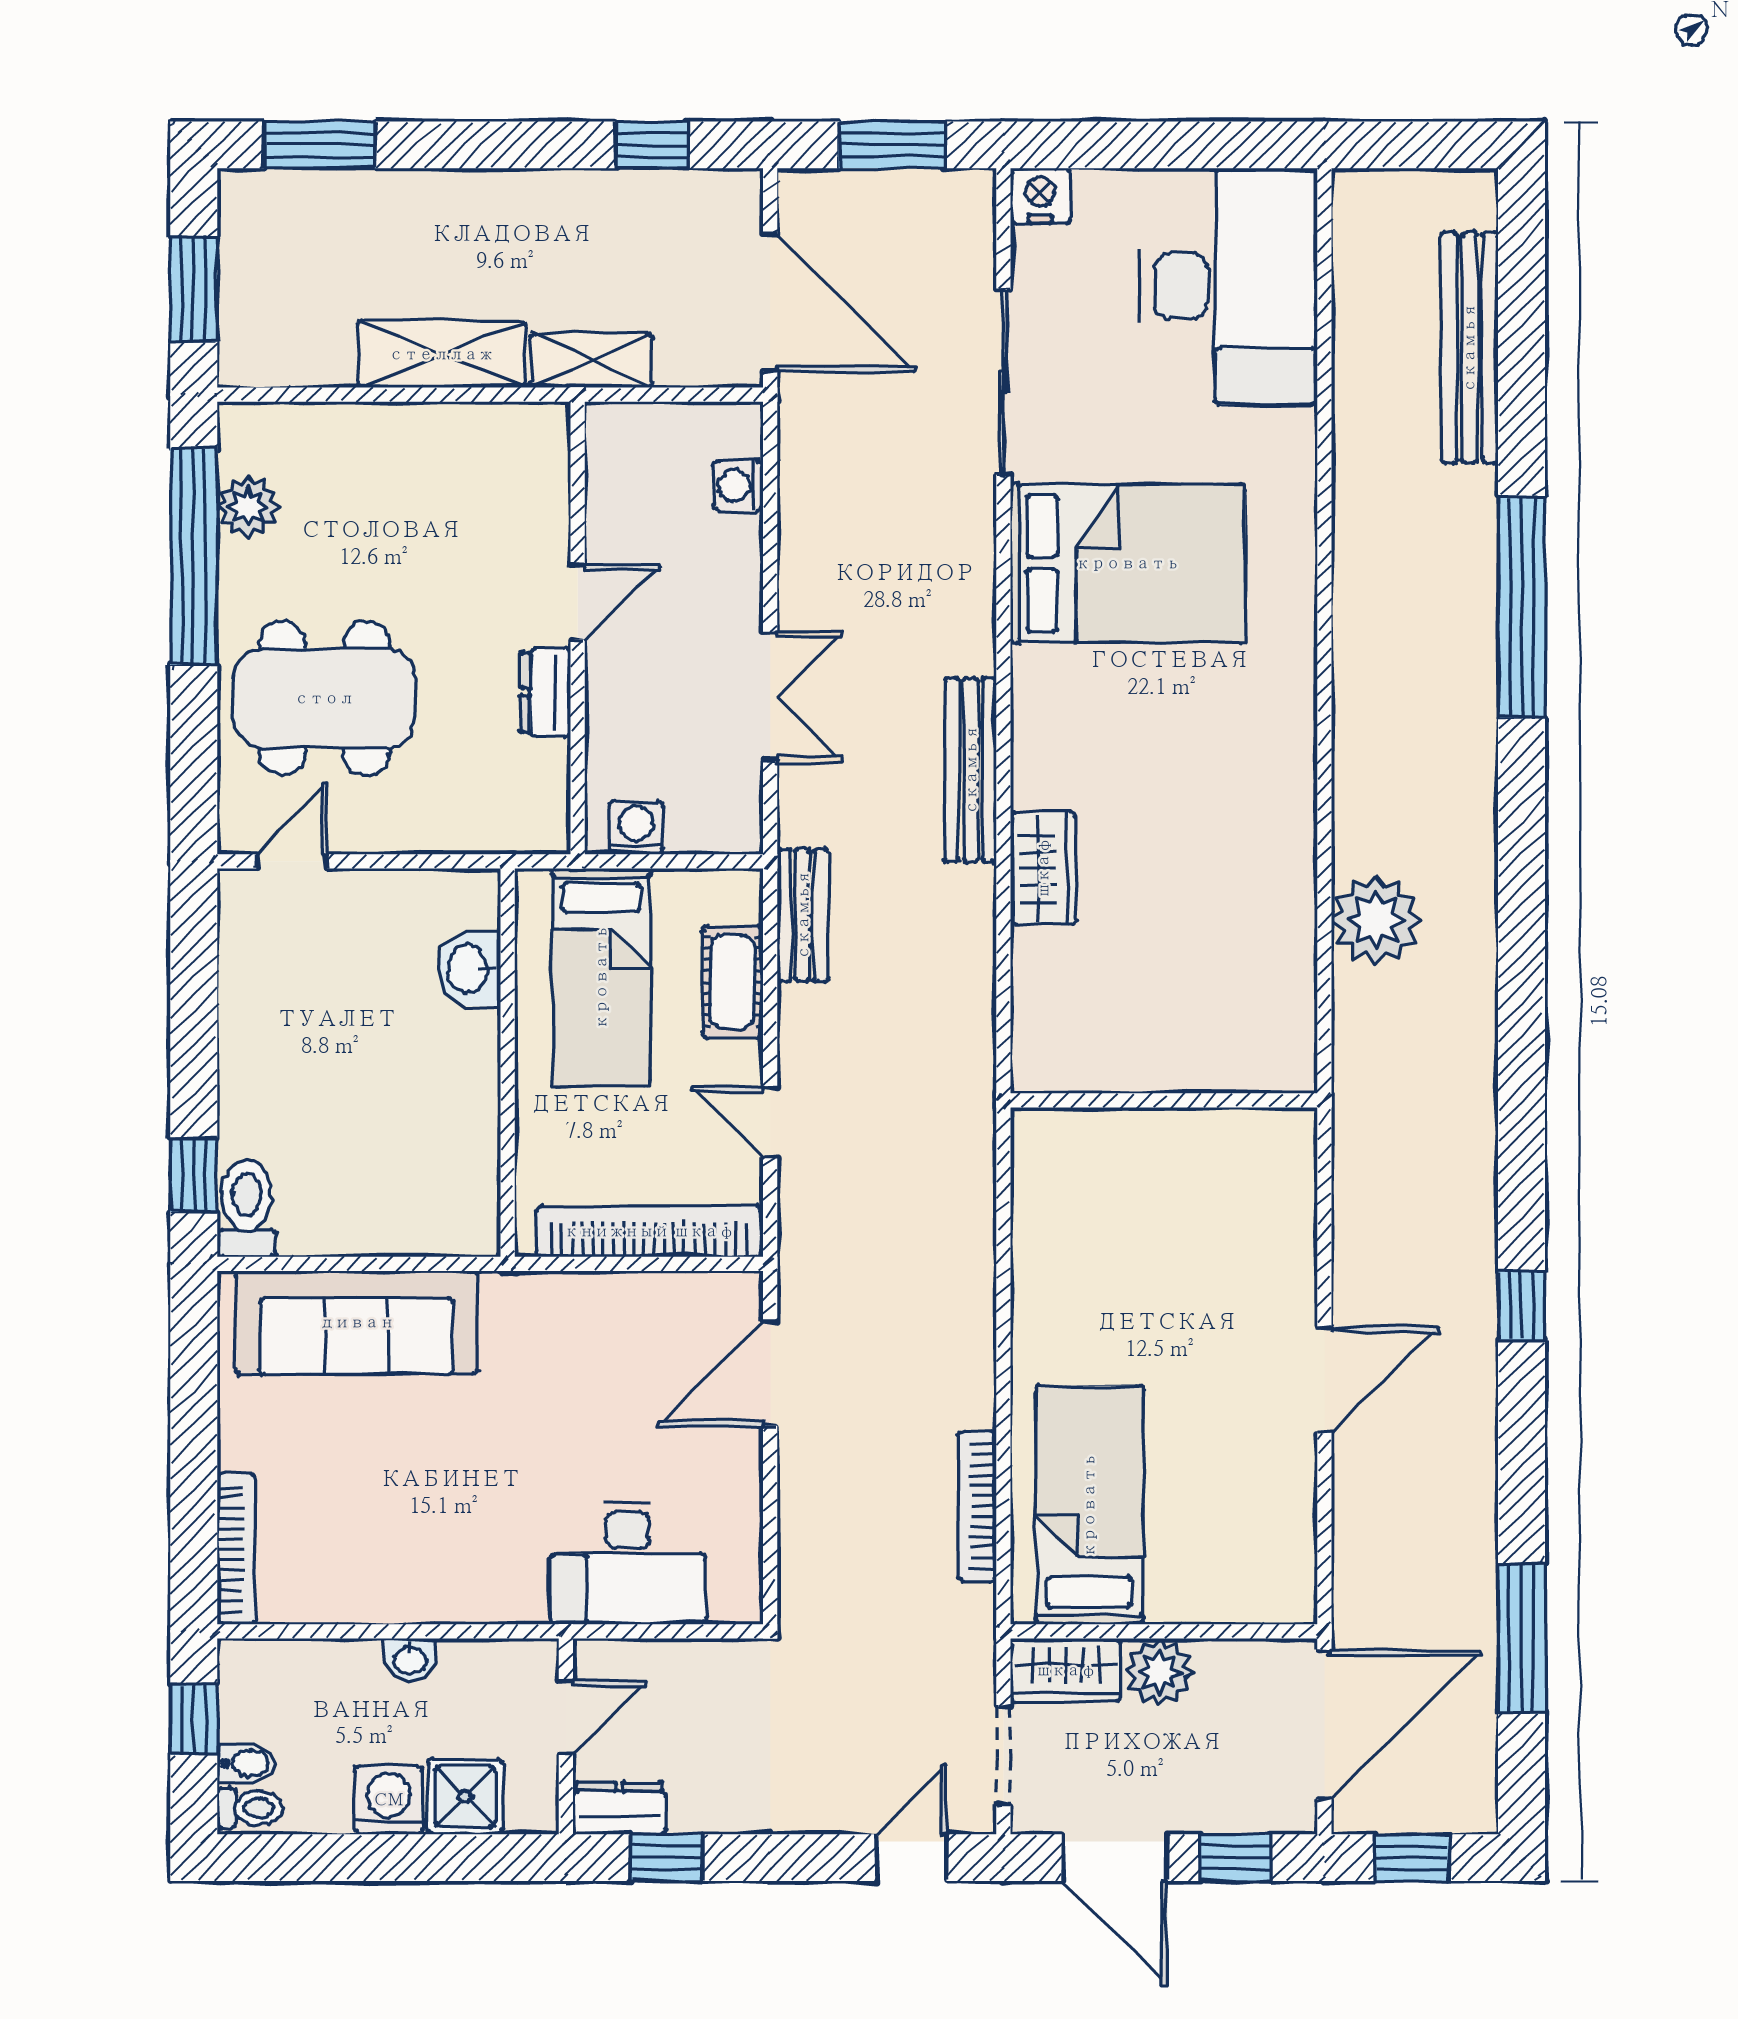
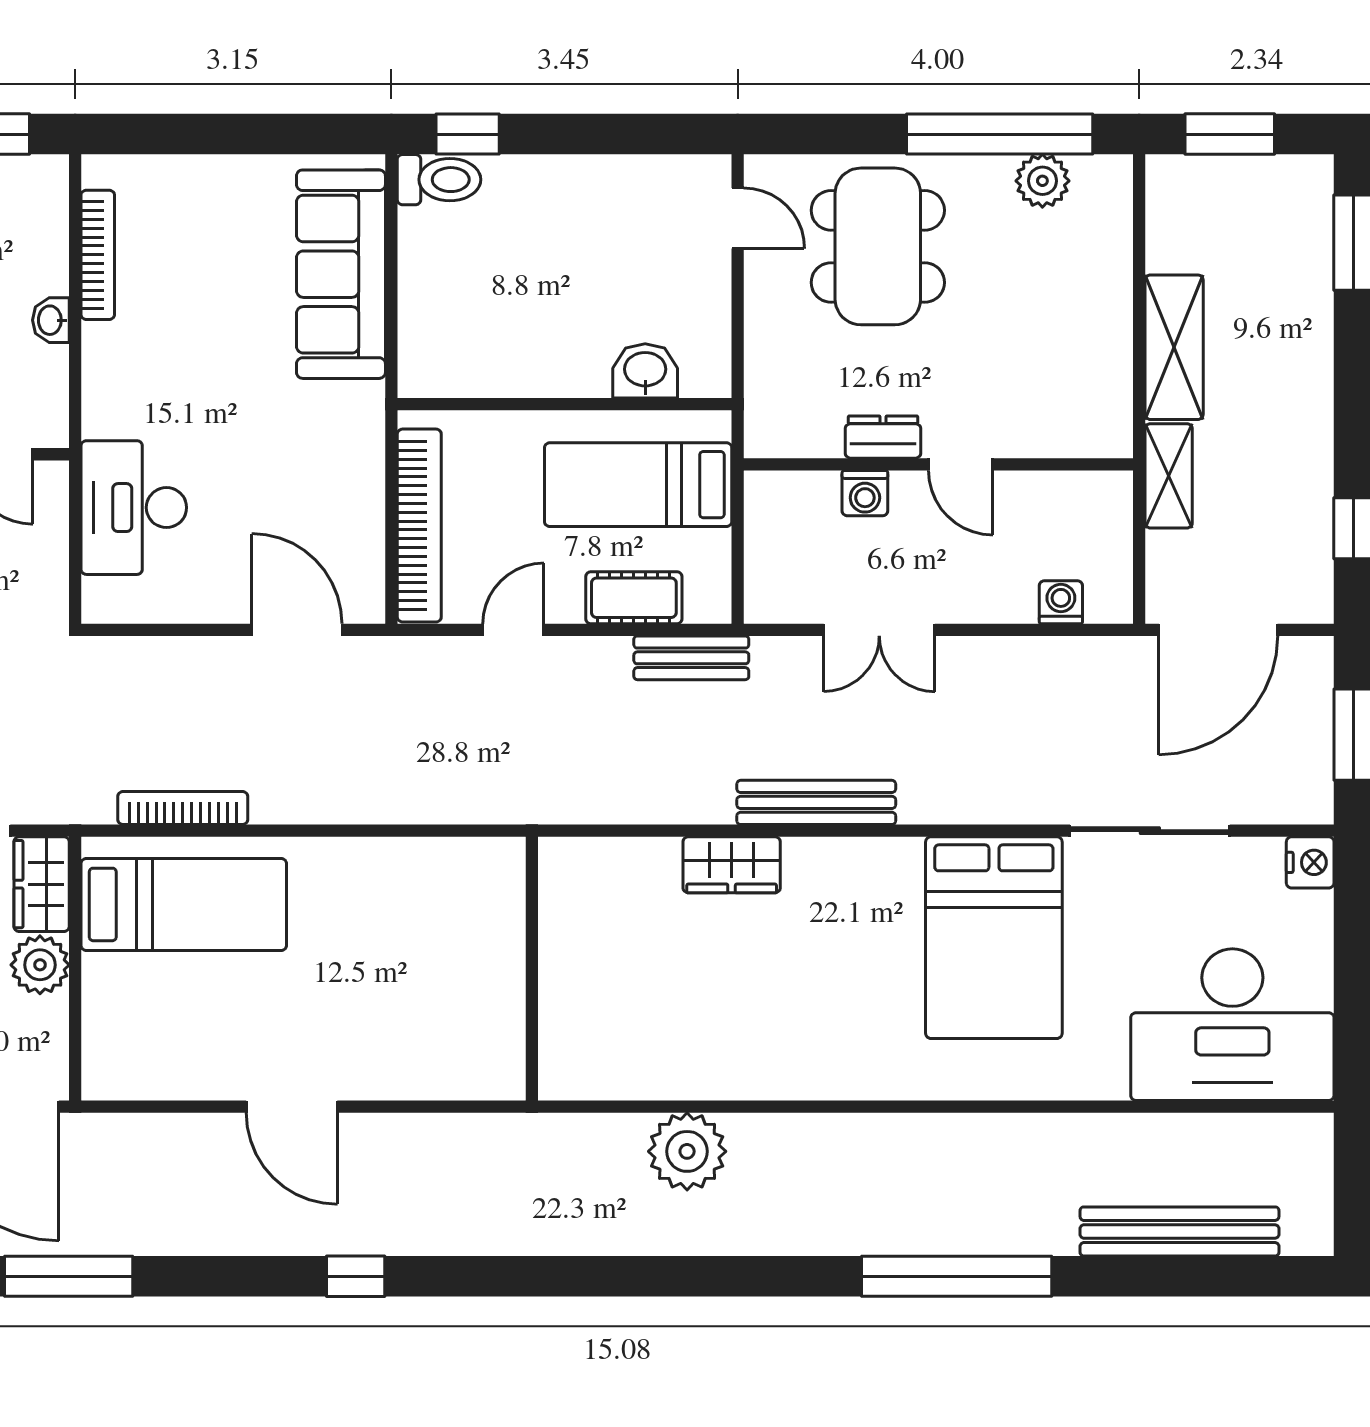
washing machine: (636, 828) -> (865, 493), moved, turned 90
bookcase: (236, 1549) -> (98, 255), moved, turned -90

